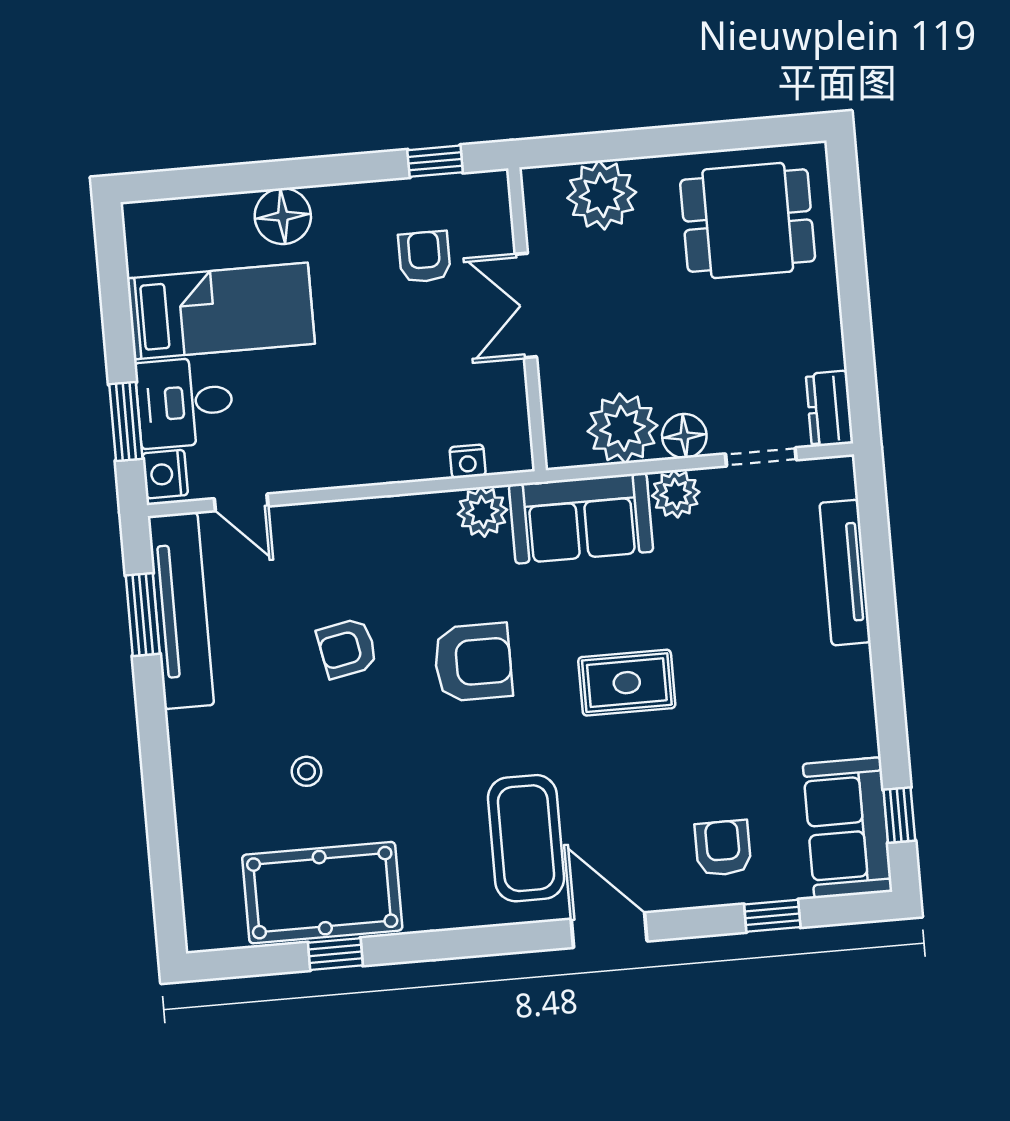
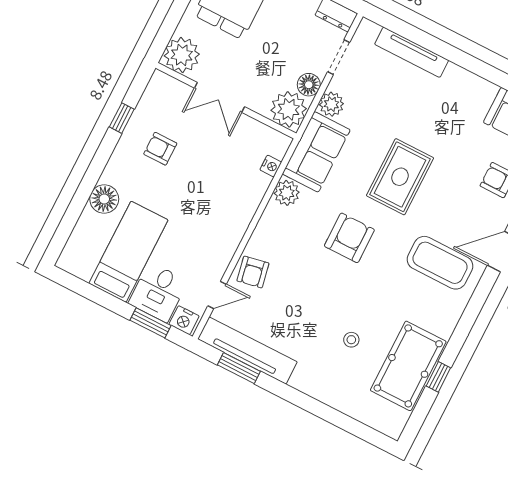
double door: (526, 306) -> (220, 97), moved
wall: (527, 319) -> (226, 101), moved
nightstand: (468, 461) -> (271, 166), moved
armchair: (347, 648) -> (253, 272), moved
rug: (627, 683) -> (400, 177), width x1.36, depth x1.43

